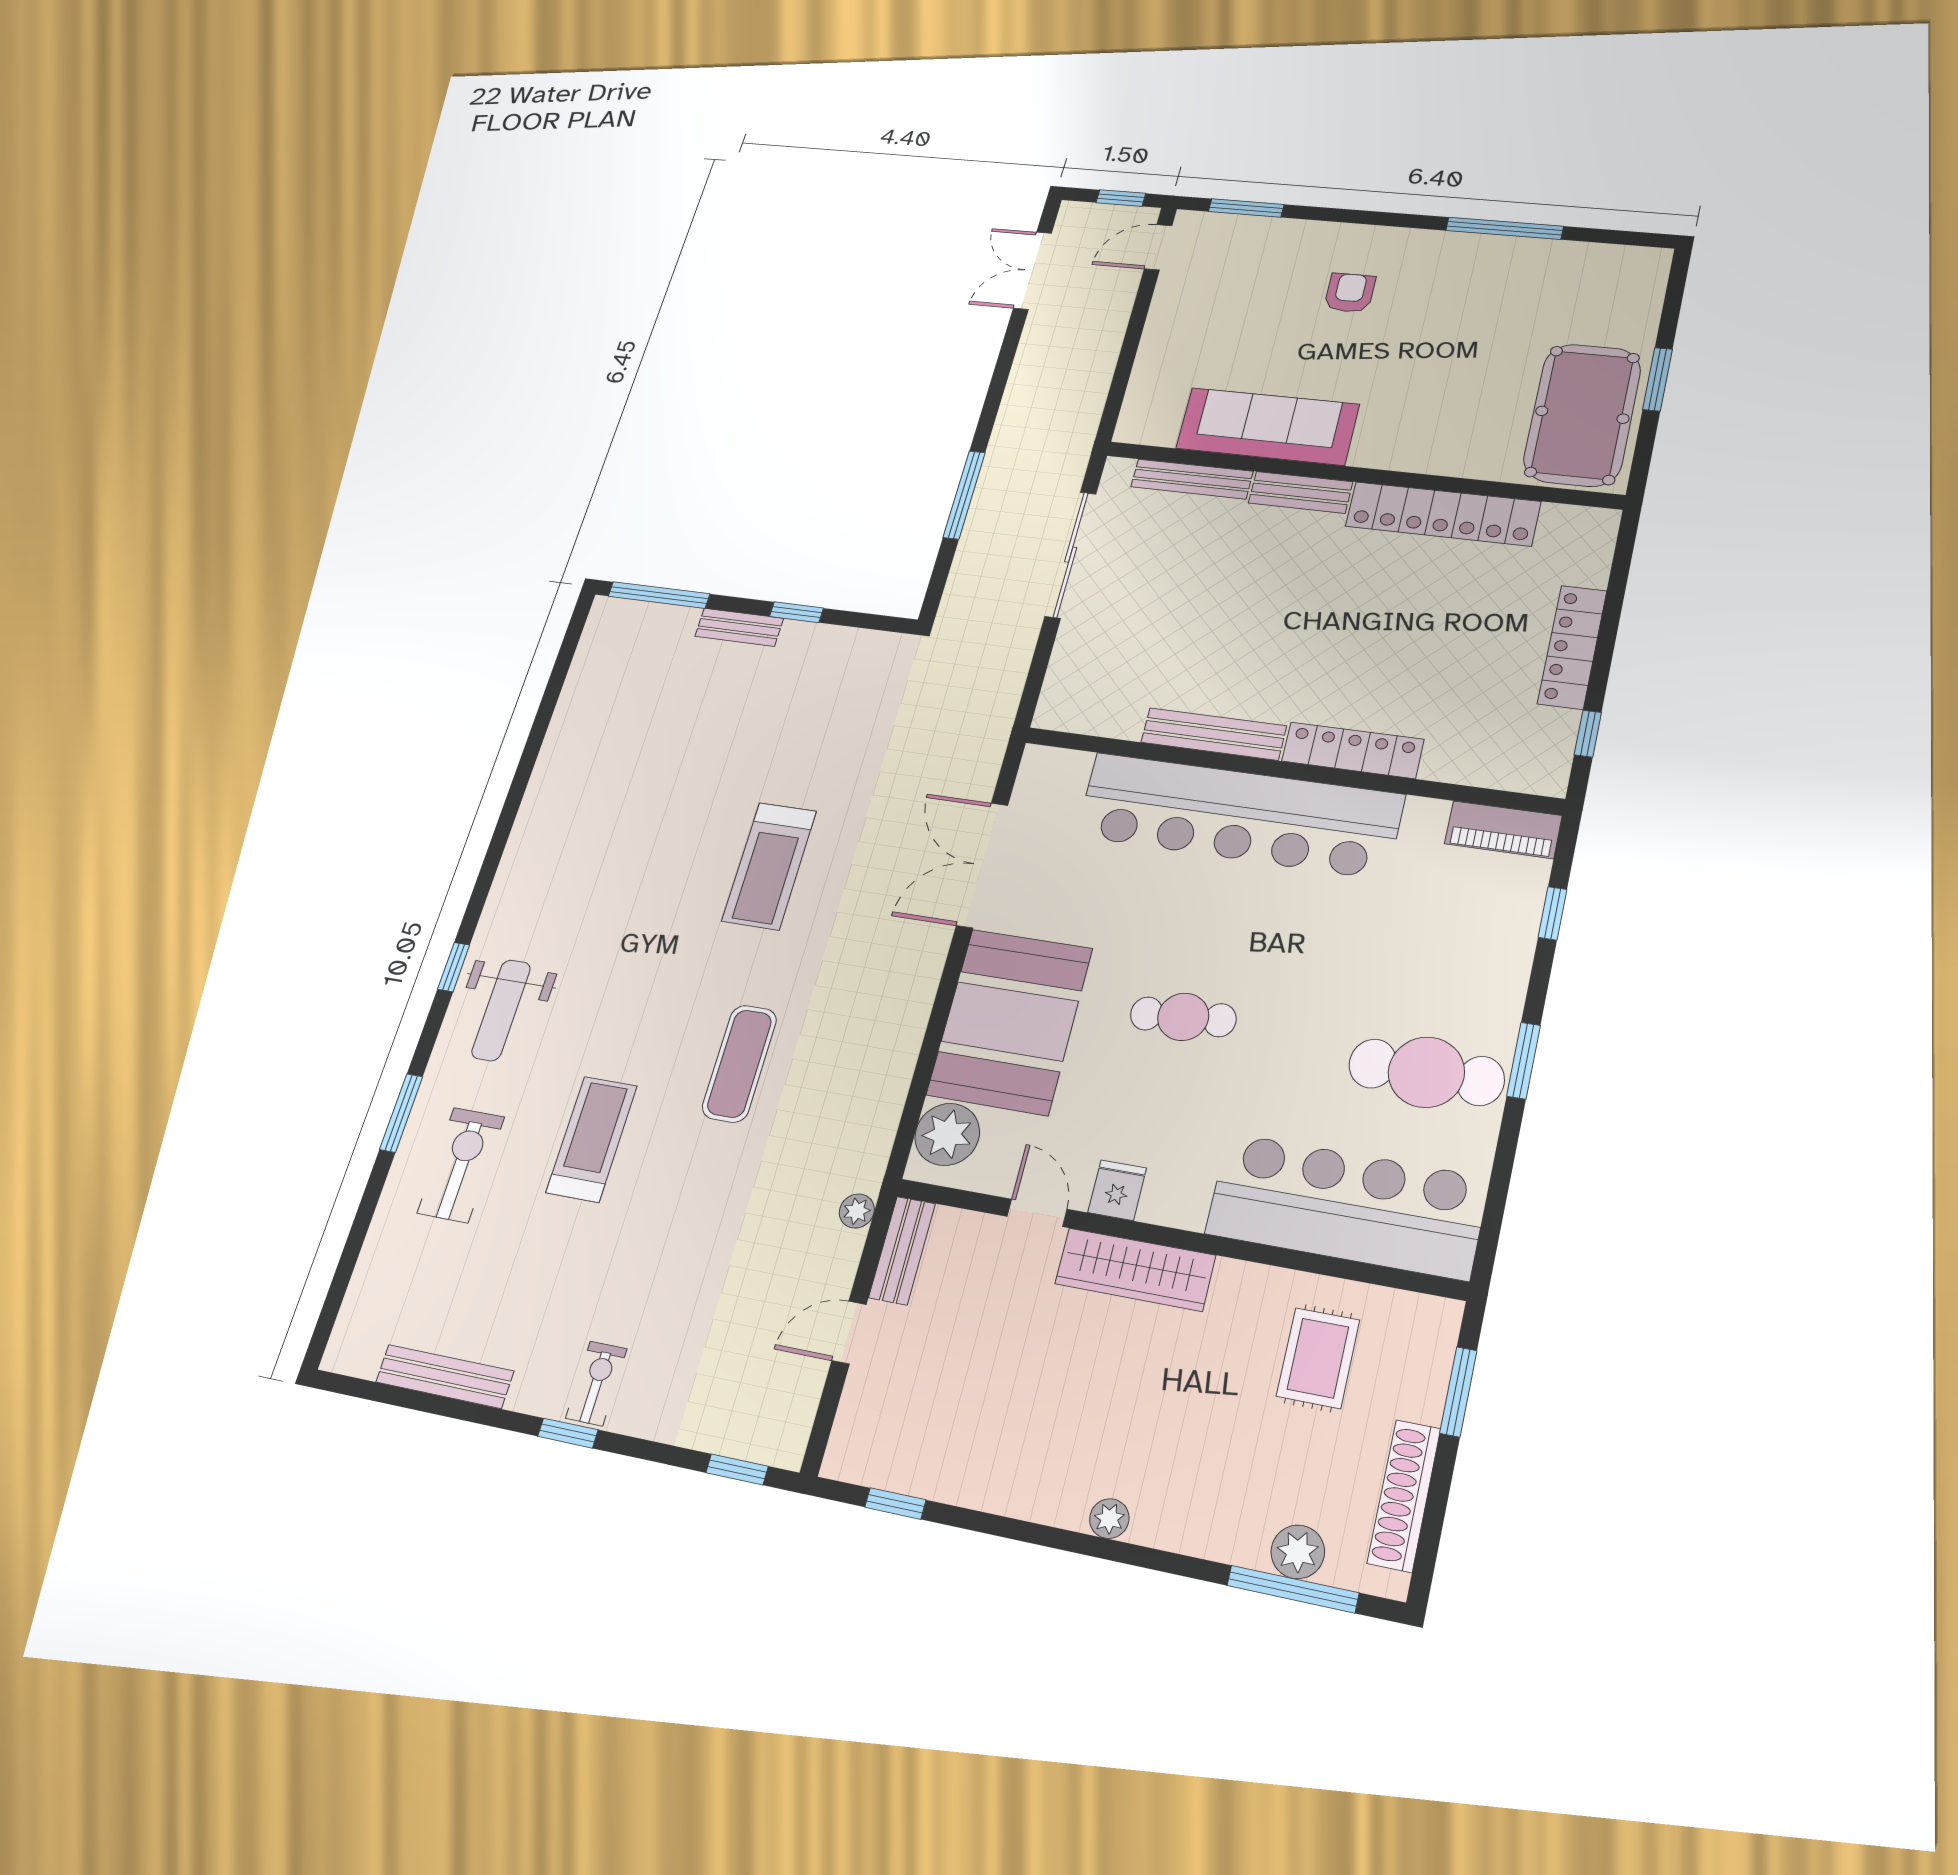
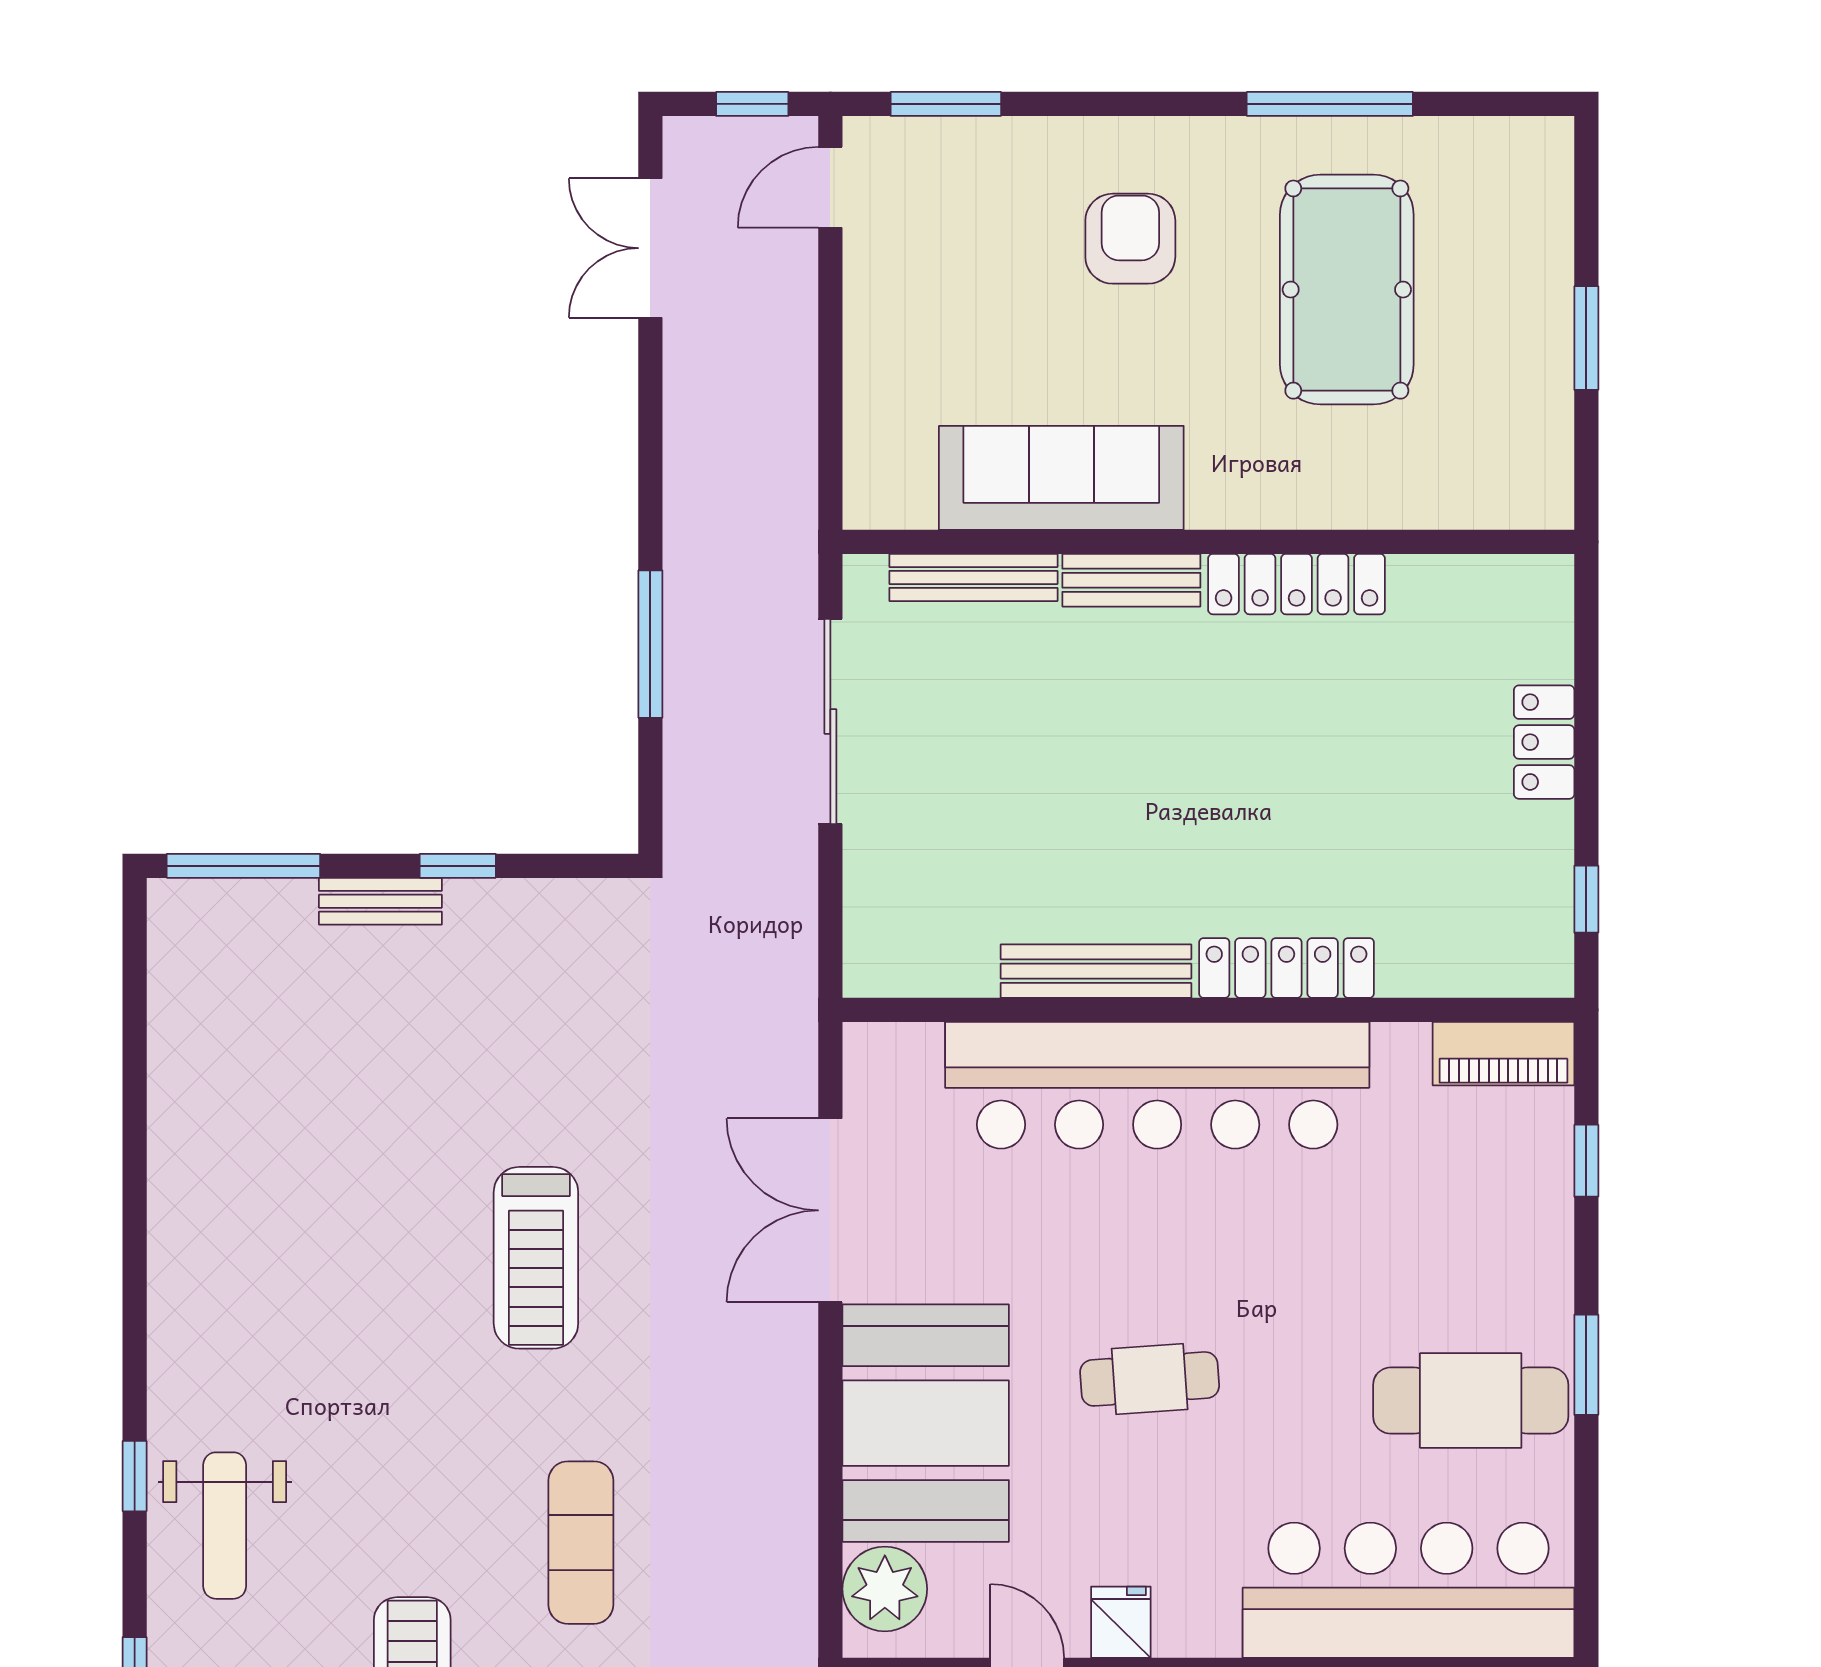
armchair: (1350, 293) -> (1130, 239), width x1.38, depth x1.38
pool table: (1582, 415) -> (1347, 290), moved
locker: (1443, 514) -> (1297, 584), width x0.71, depth x0.83
locker: (1572, 647) -> (1544, 742), width x0.66

